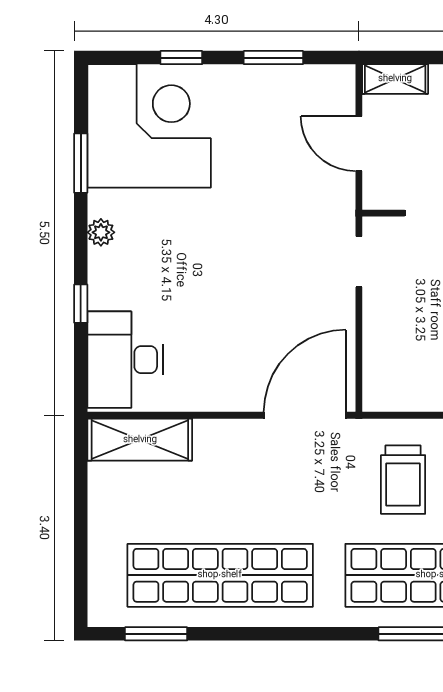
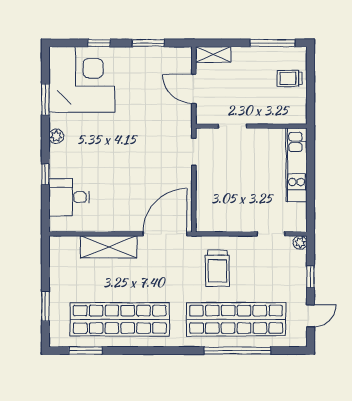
desk: (125, 360) -> (69, 197), width x0.73
shelving: (140, 440) -> (109, 247), moved
window: (81, 551) -> (45, 306), added

